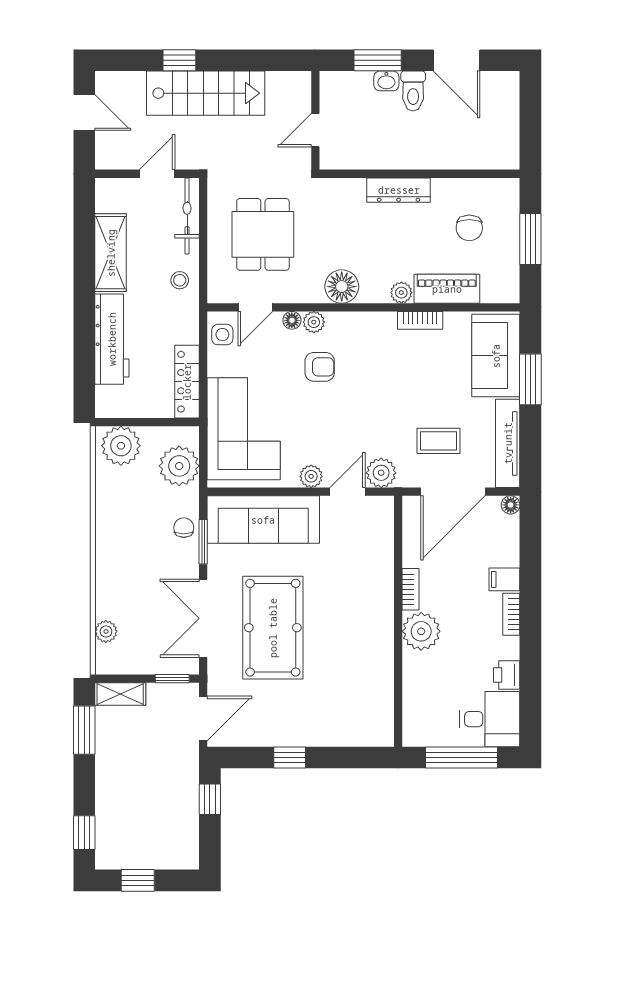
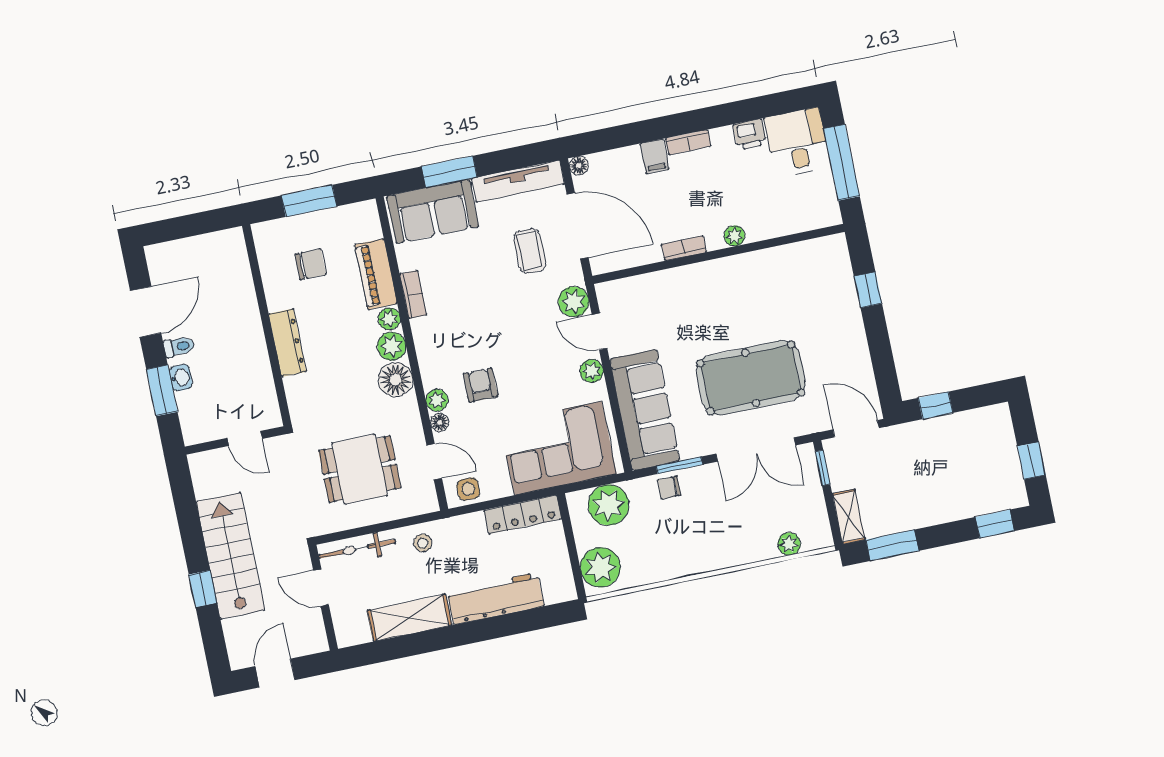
toilet: (413, 91) -> (179, 347), width x0.73, depth x0.72
plant: (375, 289) -> (392, 346), added
plant: (421, 631) -> (734, 236), width x0.53, depth x0.53
window: (290, 758) -> (868, 290), moved

